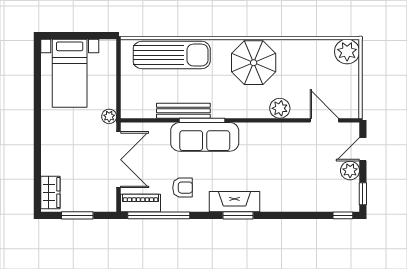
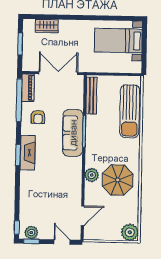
parasol: (254, 63) -> (118, 180), moved
plant: (280, 108) -> (92, 175), moved
bench: (183, 111) -> (91, 96), moved
plant: (109, 116) -> (88, 67), removed
double door: (119, 160) -> (58, 73), swing flipped
plant: (350, 171) -> (31, 233), moved
wardrobe: (50, 193) -> (47, 26), moved

